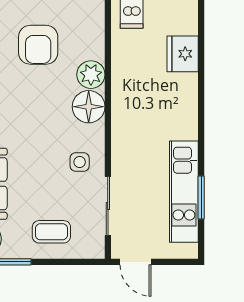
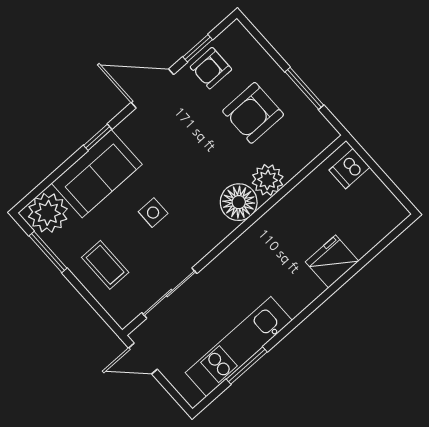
fridge: (183, 54) -> (332, 262), moved
side table: (80, 162) -> (153, 213), moved
door: (136, 262) -> (143, 359), hinge flipped

